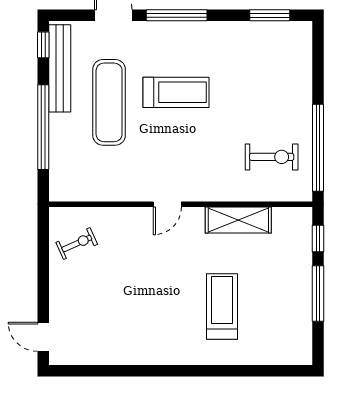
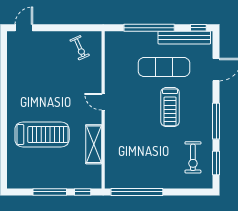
window: (177, 15) -> (216, 121), moved
exercise bike: (272, 157) -> (193, 157), moved
treadmill: (222, 306) -> (42, 135), width x1.37, depth x1.38

